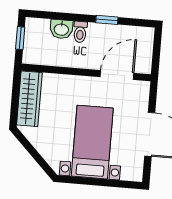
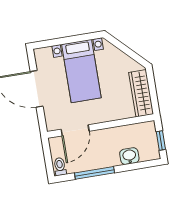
window: (107, 20) -> (94, 173), width x2.17
toilet: (80, 32) -> (60, 167), moved

